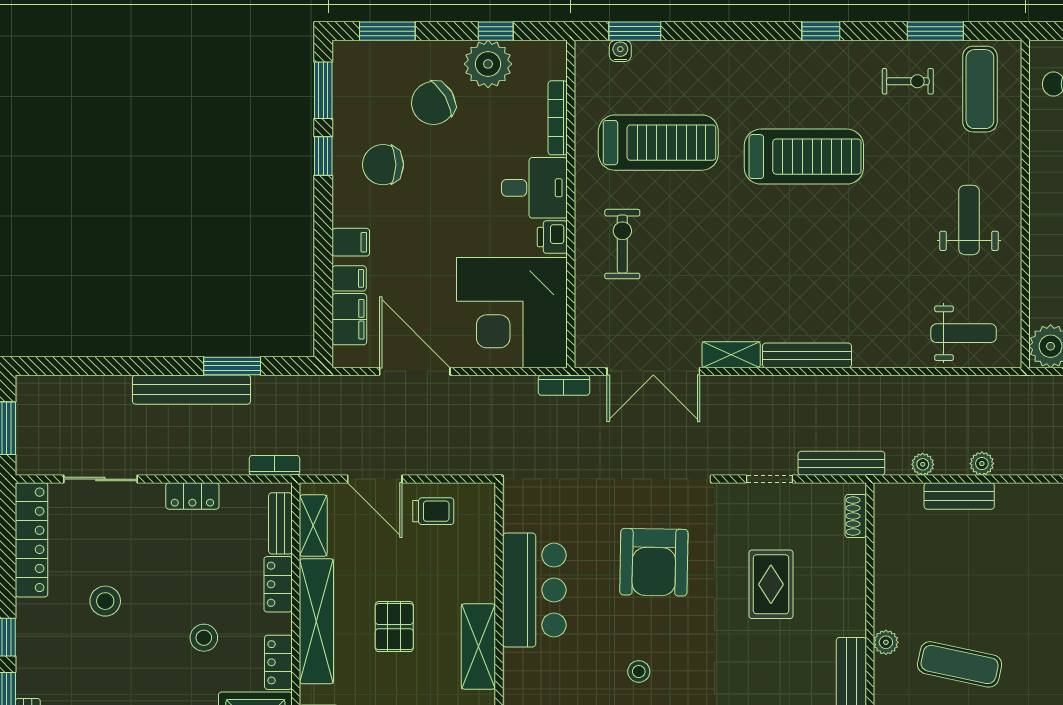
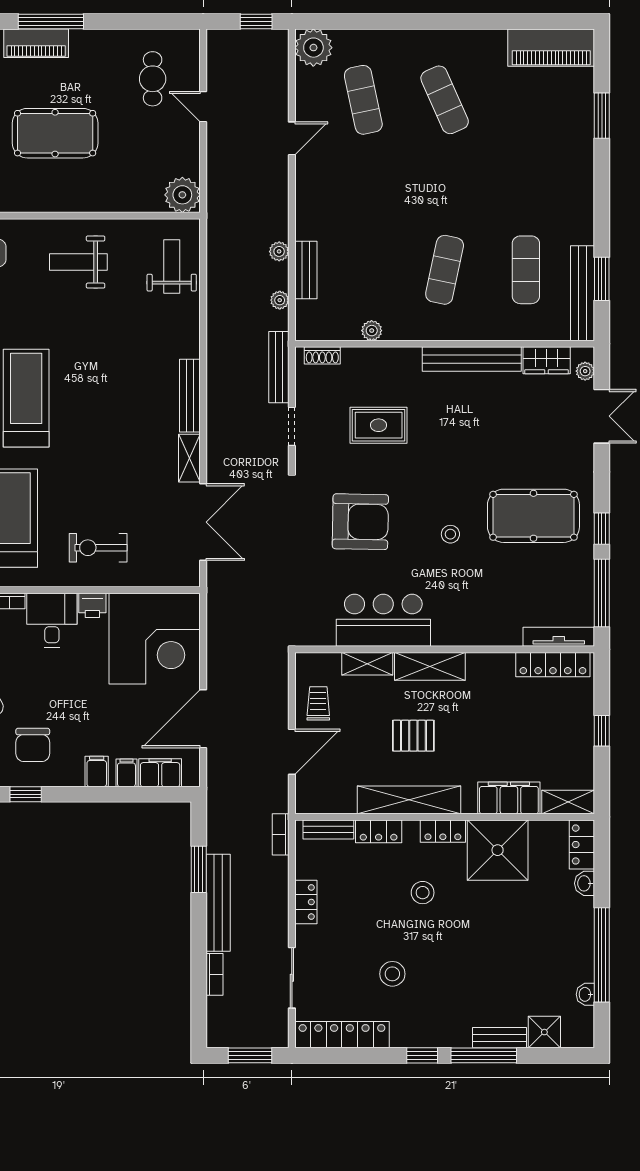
bookcase: (564, 385) -> (214, 974), moved
shelving: (313, 526) -> (367, 664), moved
plant: (886, 642) -> (372, 331), moved

